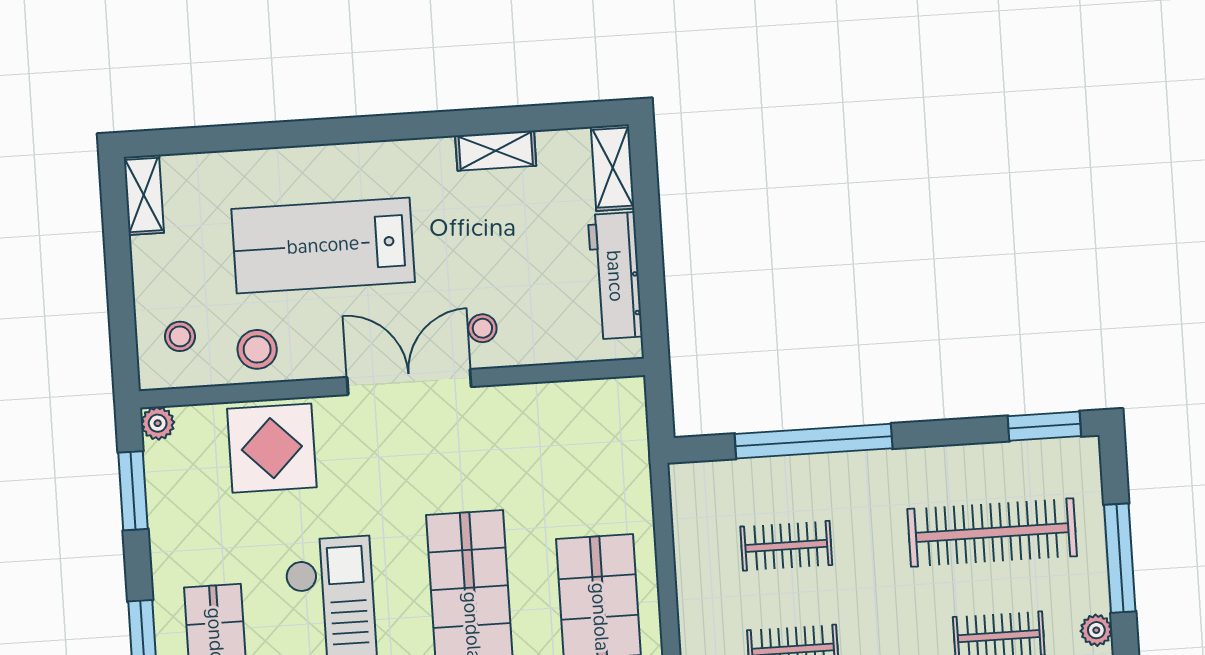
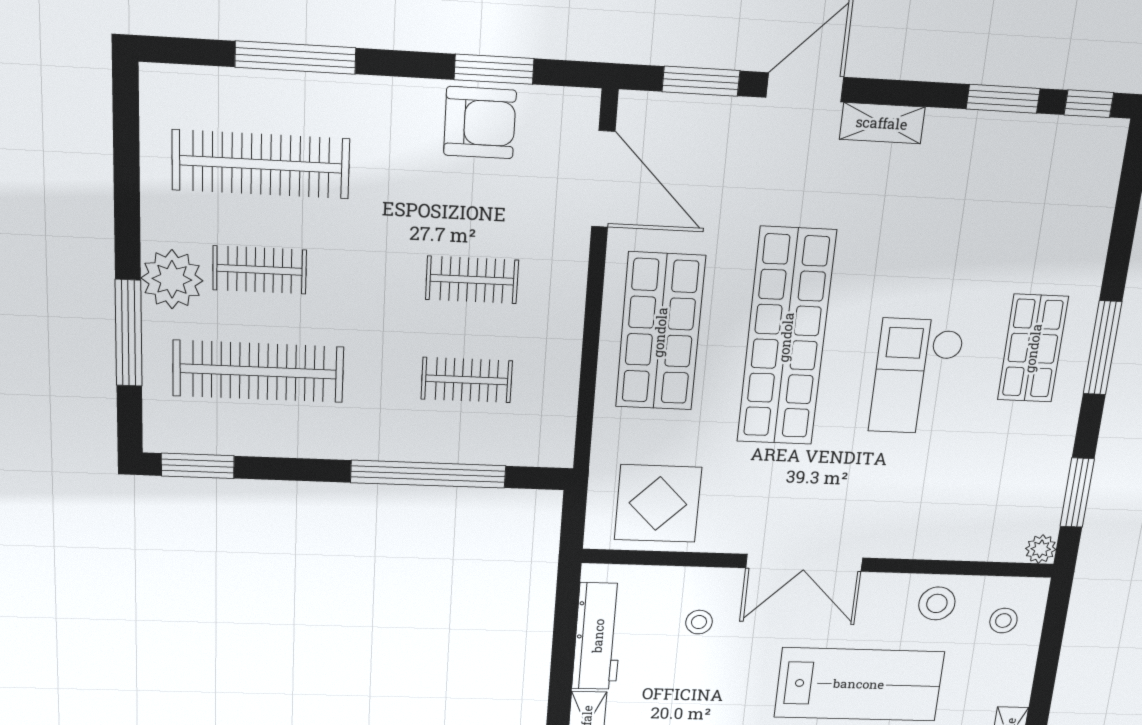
stool: (482, 328) -> (699, 622), moved
display table: (272, 448) -> (658, 504), moved
plant: (1096, 630) -> (172, 279), width x1.88, depth x1.88

